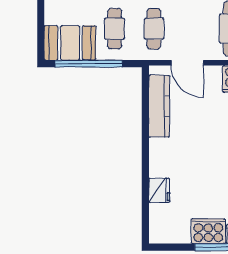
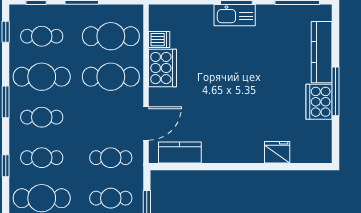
kitchen counter: (159, 106) -> (180, 152), width x0.67

